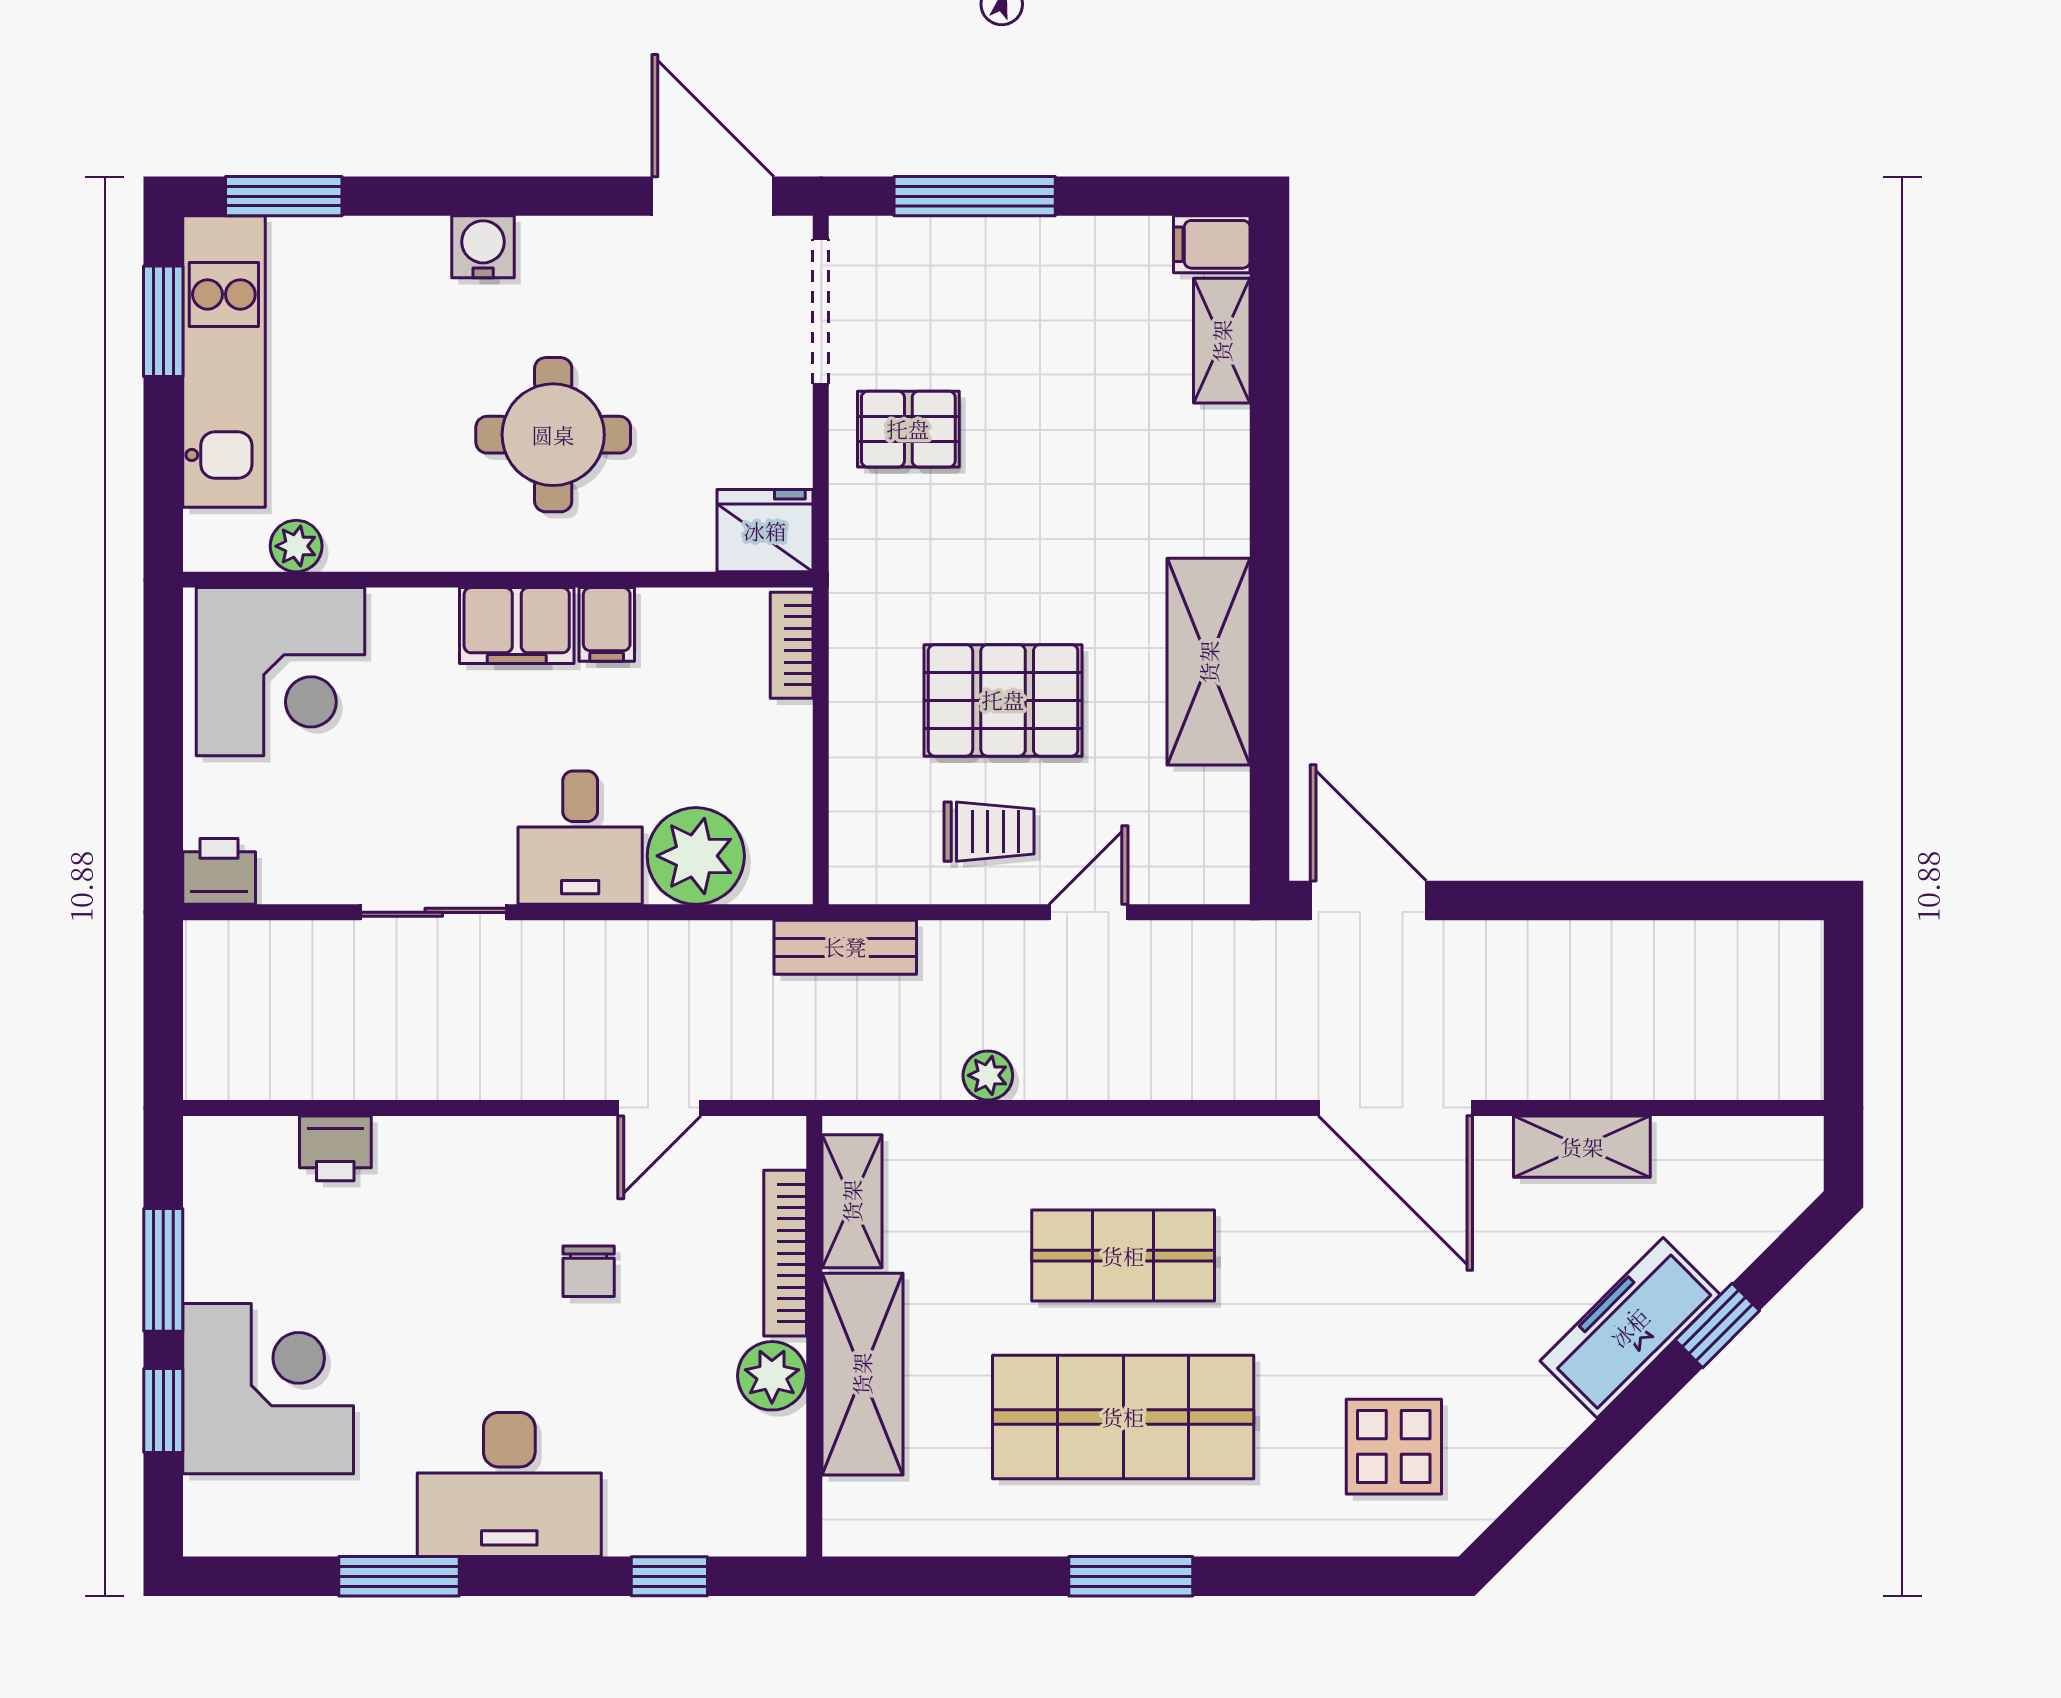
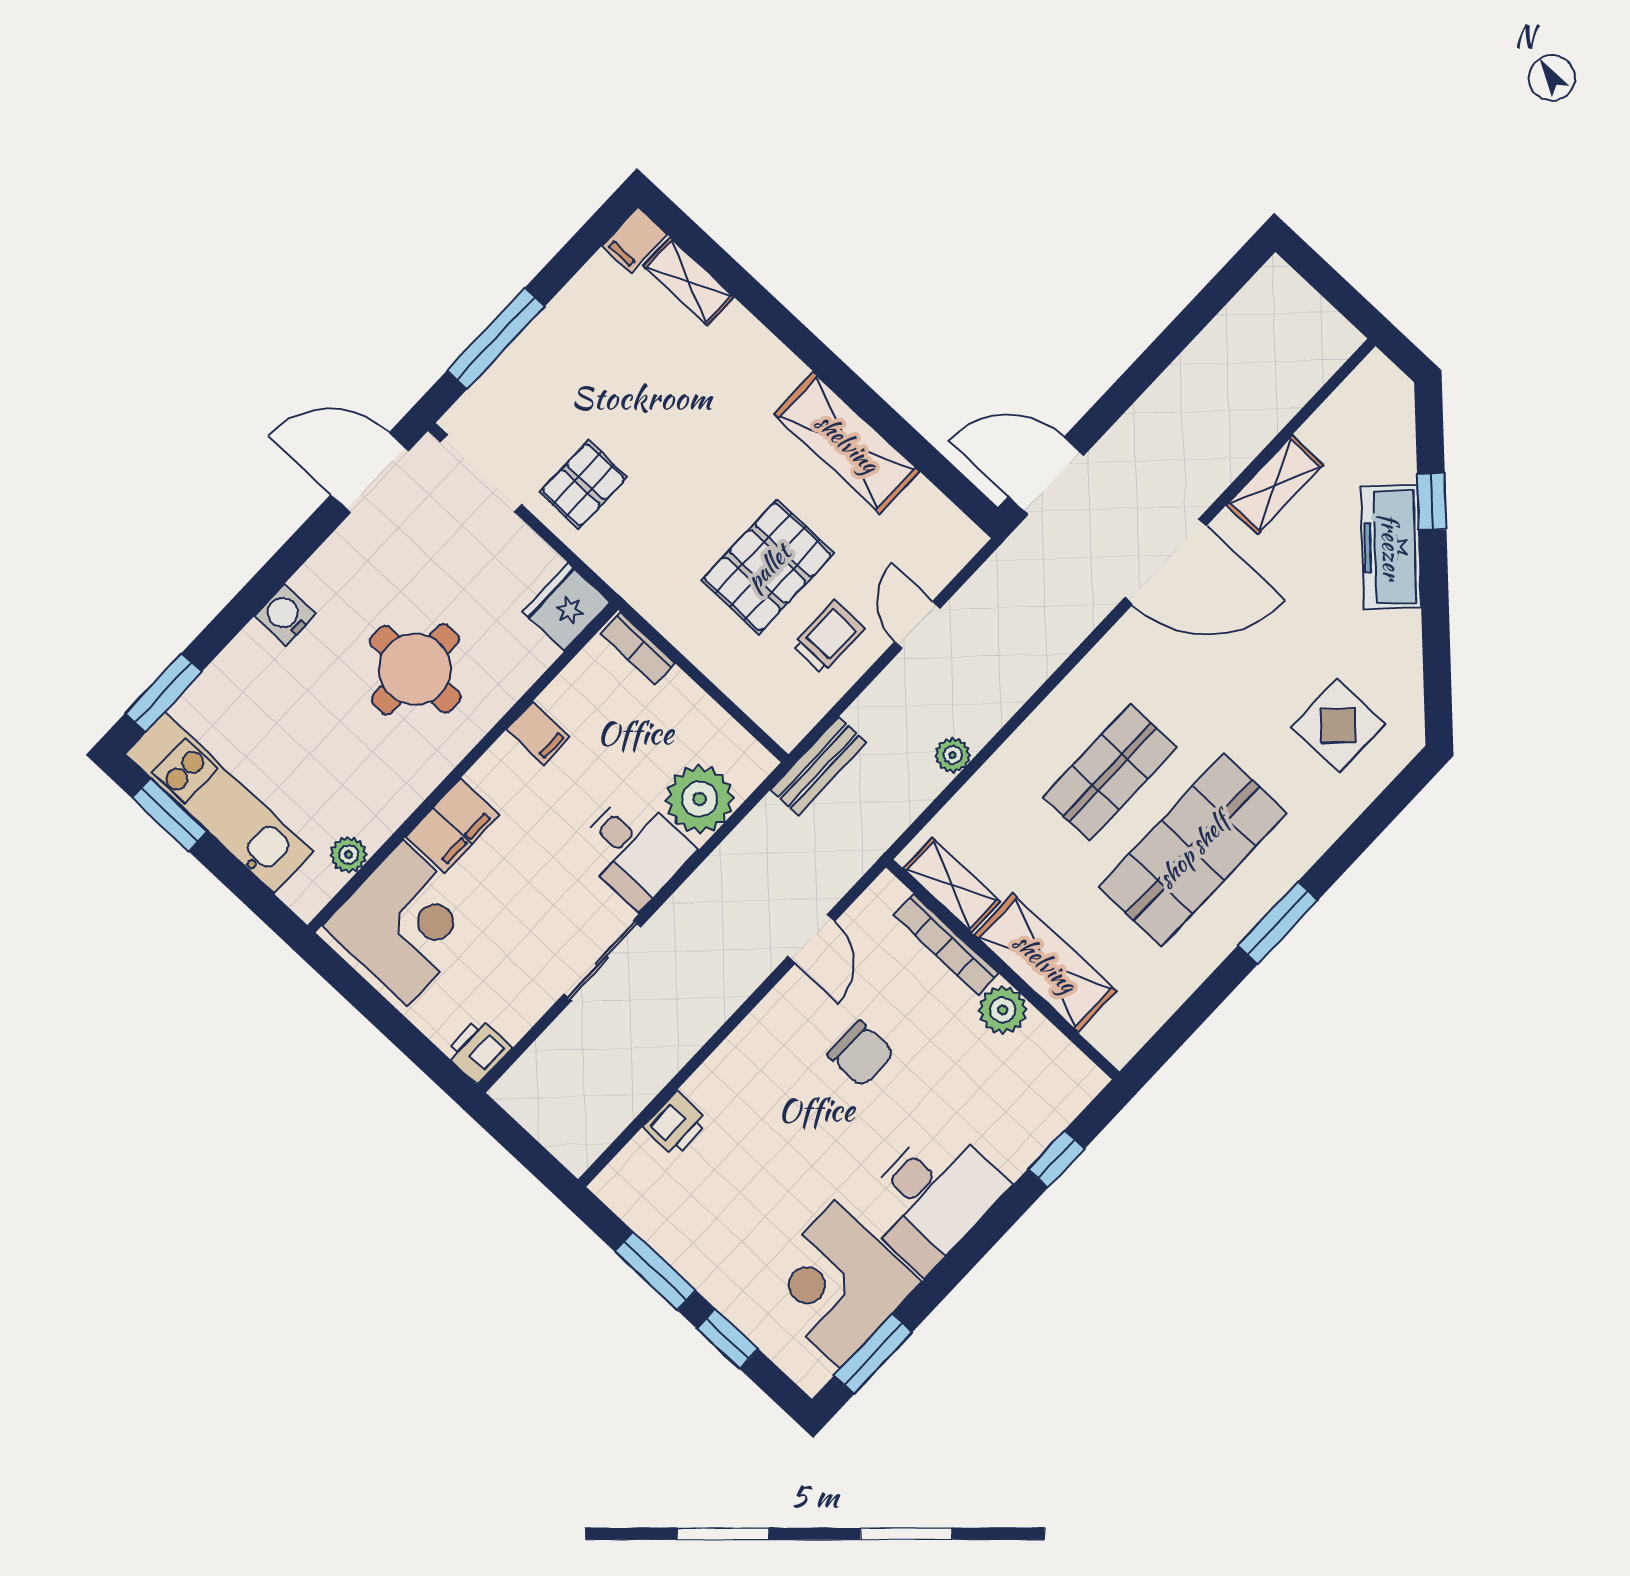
filing cabinet: (517, 626) -> (452, 826), moved
chair: (589, 1271) -> (861, 1054), width x1.37, depth x1.37
corner desk: (268, 1389) -> (838, 1284), moved, turned -90
window: (399, 1576) -> (873, 1354), moved

